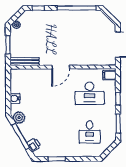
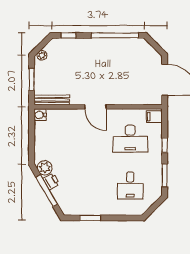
door: (61, 67) -> (95, 107), hinge flipped
water cooler: (15, 98) -> (40, 115), moved
printer: (34, 145) -> (51, 181), moved

